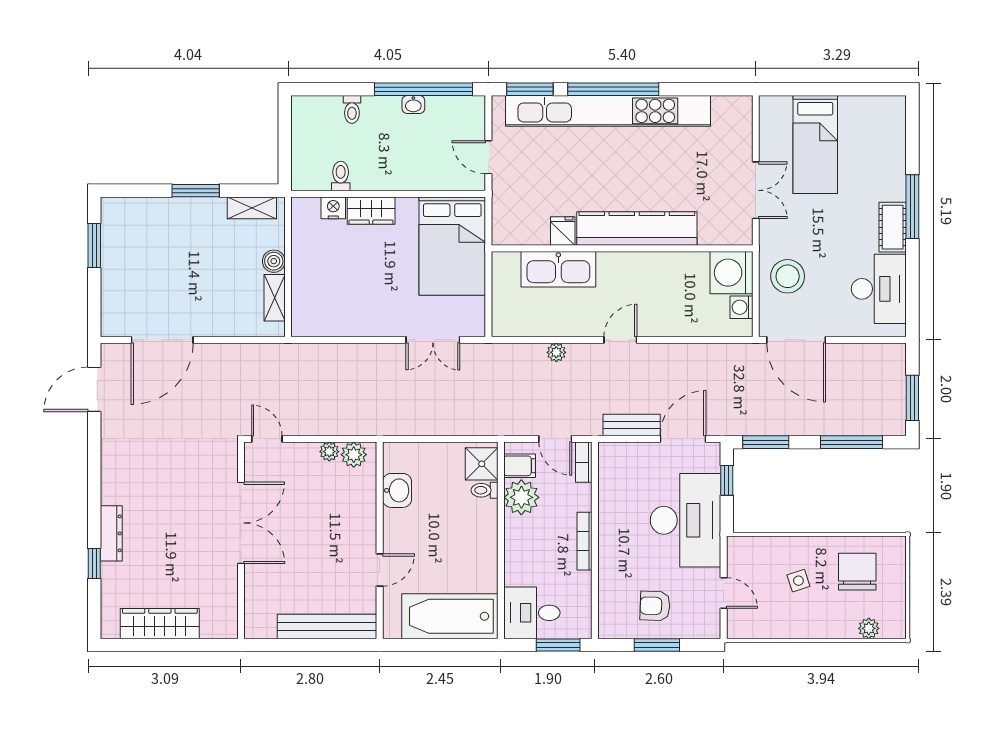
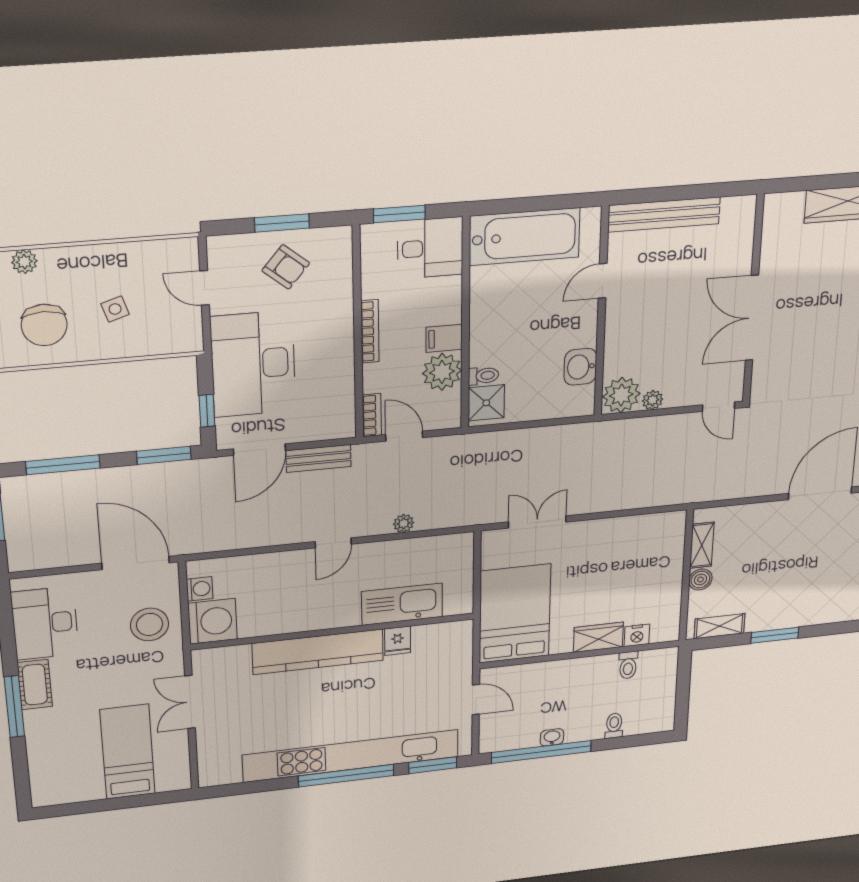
plant: (354, 455) -> (621, 395), width x1.36, depth x1.36
filing cabinet: (520, 466) -> (444, 338), moved
armchair: (655, 606) -> (286, 267), turned 38

